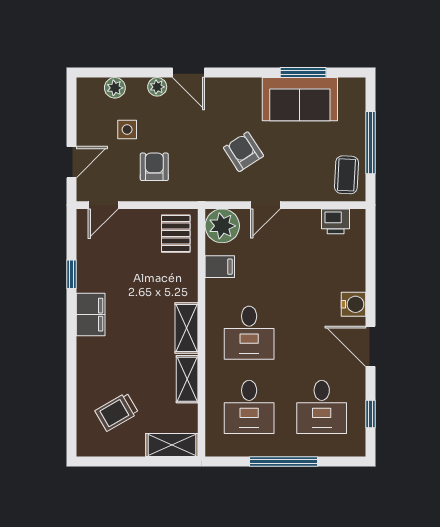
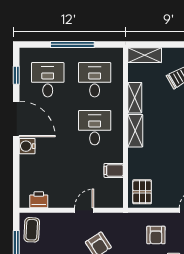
plant: (222, 226) -> (112, 197), removed
door: (370, 346) -> (16, 119), width x1.36

